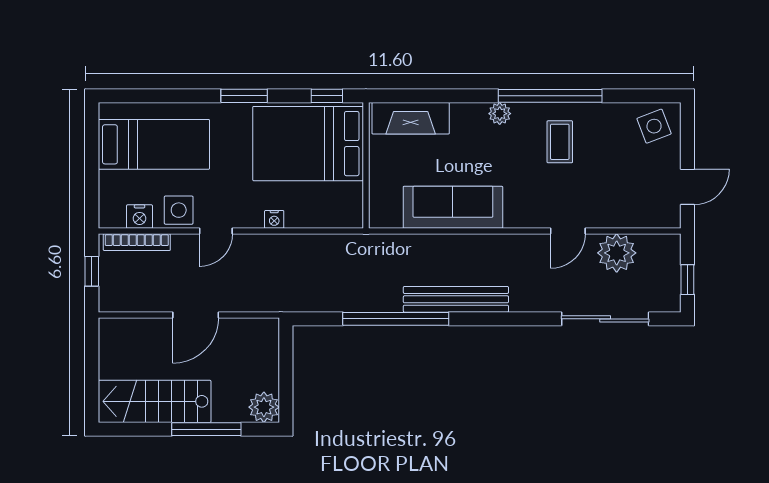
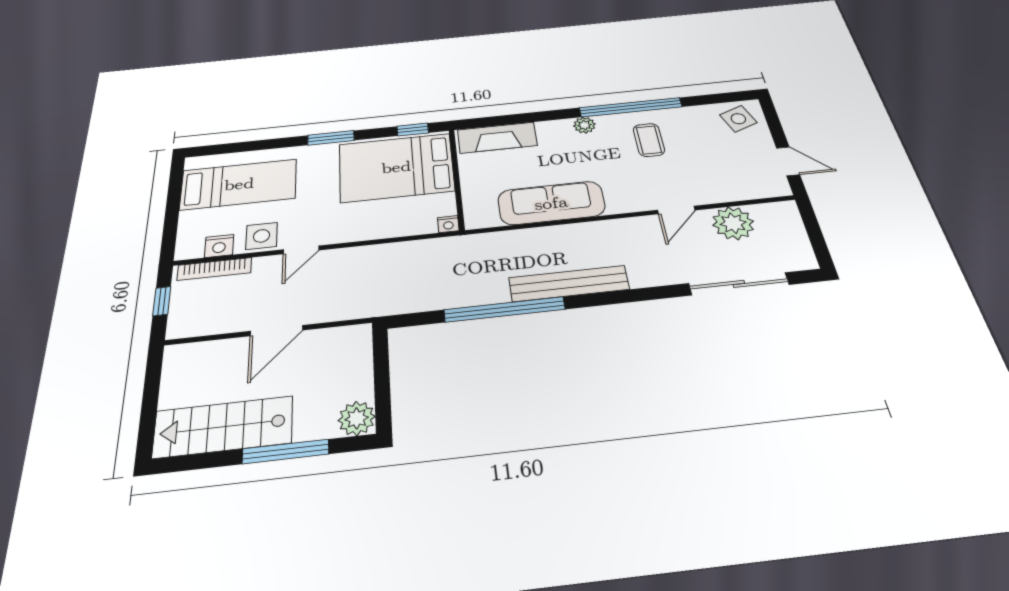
door: (687, 187) -> (788, 161), hinge flipped
nightstand: (274, 219) -> (448, 224), moved
window: (687, 280) -> (817, 238), removed

